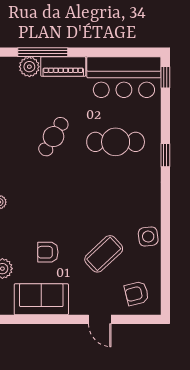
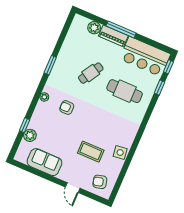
window: (43, 52) -> (121, 29), moved
window: (165, 155) -> (160, 88), moved
armchair: (48, 252) -> (67, 108), moved
coffee table: (104, 254) -> (91, 152), turned 43

